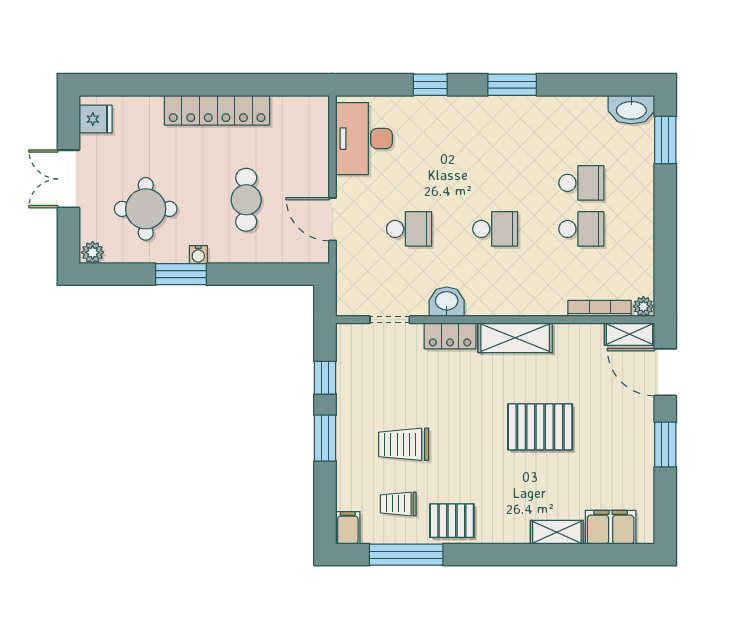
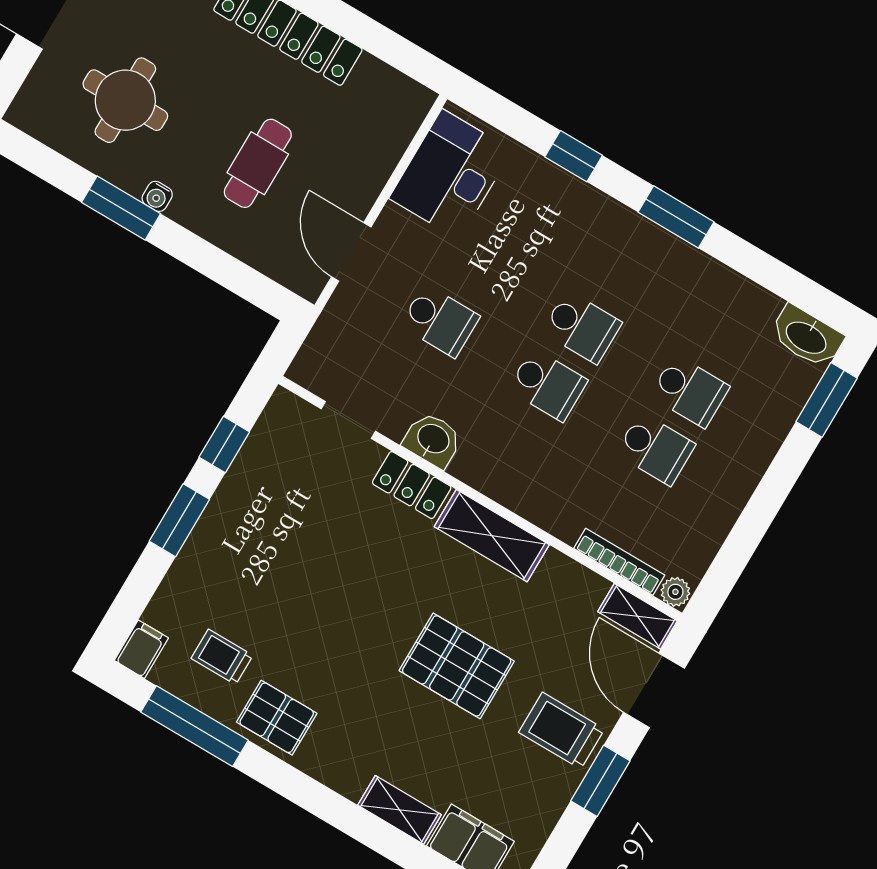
school desk: (495, 183) -> (582, 327), added
plant: (93, 252) -> (26, 115), removed
trolley: (404, 444) -> (562, 731), moved

